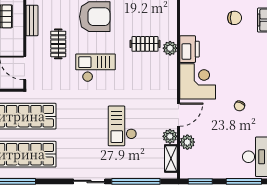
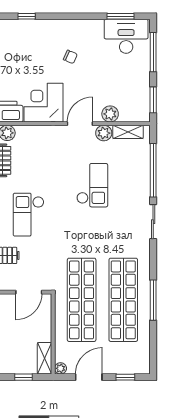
door: (179, 115) -> (80, 124), hinge flipped
checkout: (122, 126) -> (92, 185), turned -90

